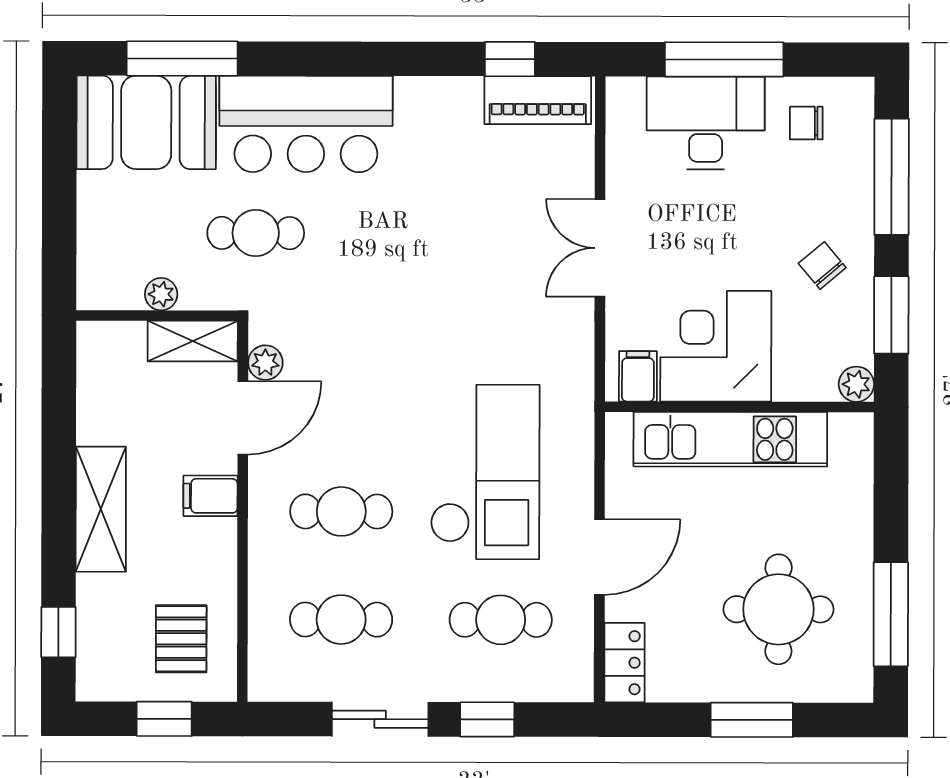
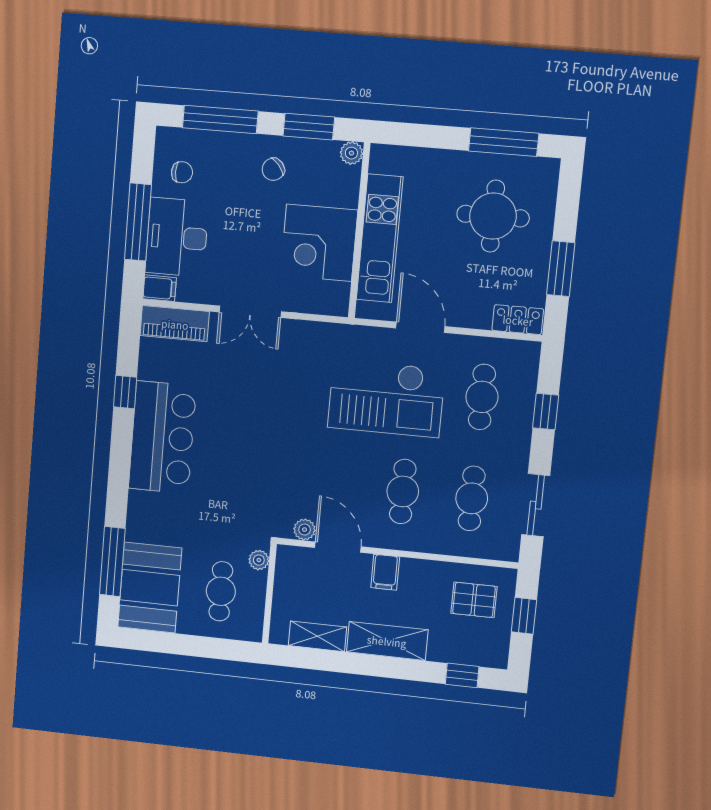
window: (510, 59) -> (125, 392), moved
piano: (538, 100) -> (175, 324), moved, turned 90
chair: (806, 123) -> (182, 172), turned -90
bar counter: (306, 124) -> (162, 437), moved
cafe table: (256, 233) -> (221, 591), moved
plant: (161, 294) -> (259, 560), moved
shelving: (193, 341) -> (317, 636), moved, turned 90
filing cabinet: (638, 376) -> (160, 288), moved, turned 180
checkout: (485, 472) -> (386, 398), turned 180
door: (599, 557) -> (420, 327), moved
sliding door: (380, 719) -> (536, 505), moved
window: (752, 720) -> (561, 269), moved

